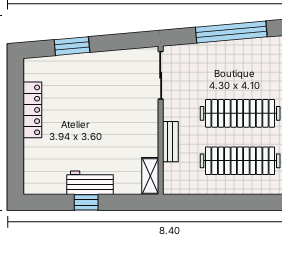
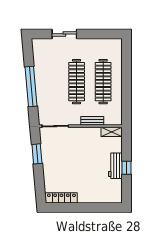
window: (72, 46) -> (37, 154), moved
locker: (32, 110) -> (61, 198), moved

